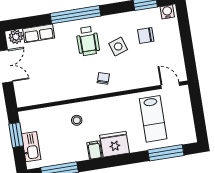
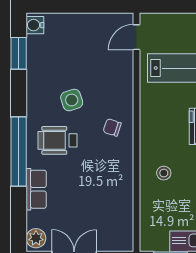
row of seats: (39, 33) -> (36, 189), moved
chair: (146, 35) -> (63, 60), removed
wheelchair: (88, 41) -> (57, 140), turned 180

